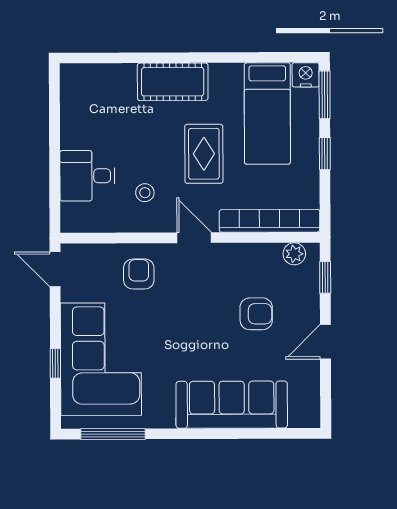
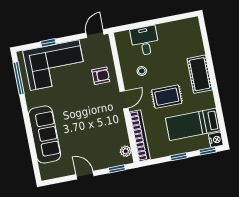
window: (325, 95) -> (208, 151), width x0.67
armchair: (256, 314) -> (92, 138), removed

